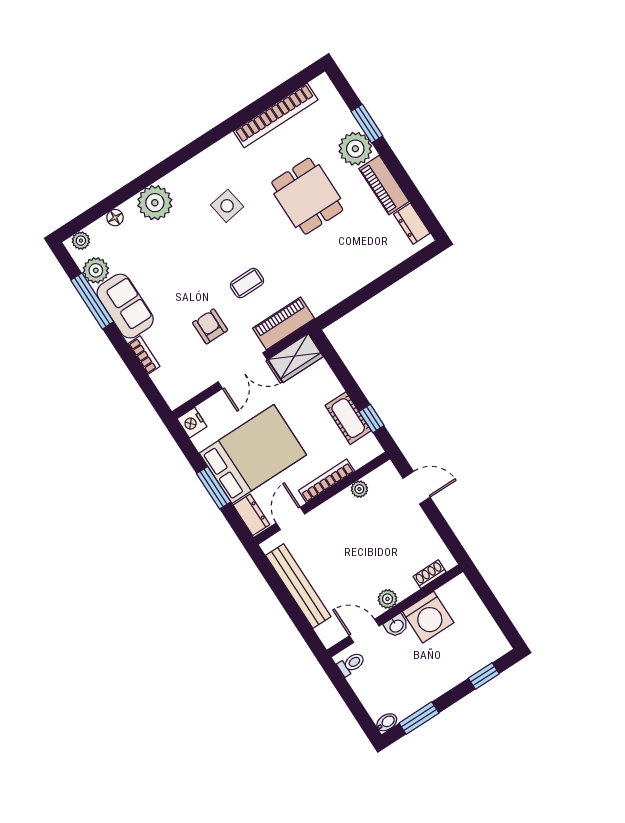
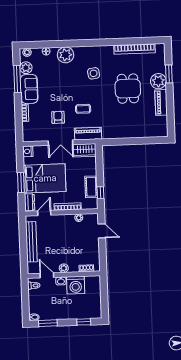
dresser: (412, 224) -> (163, 124), removed

